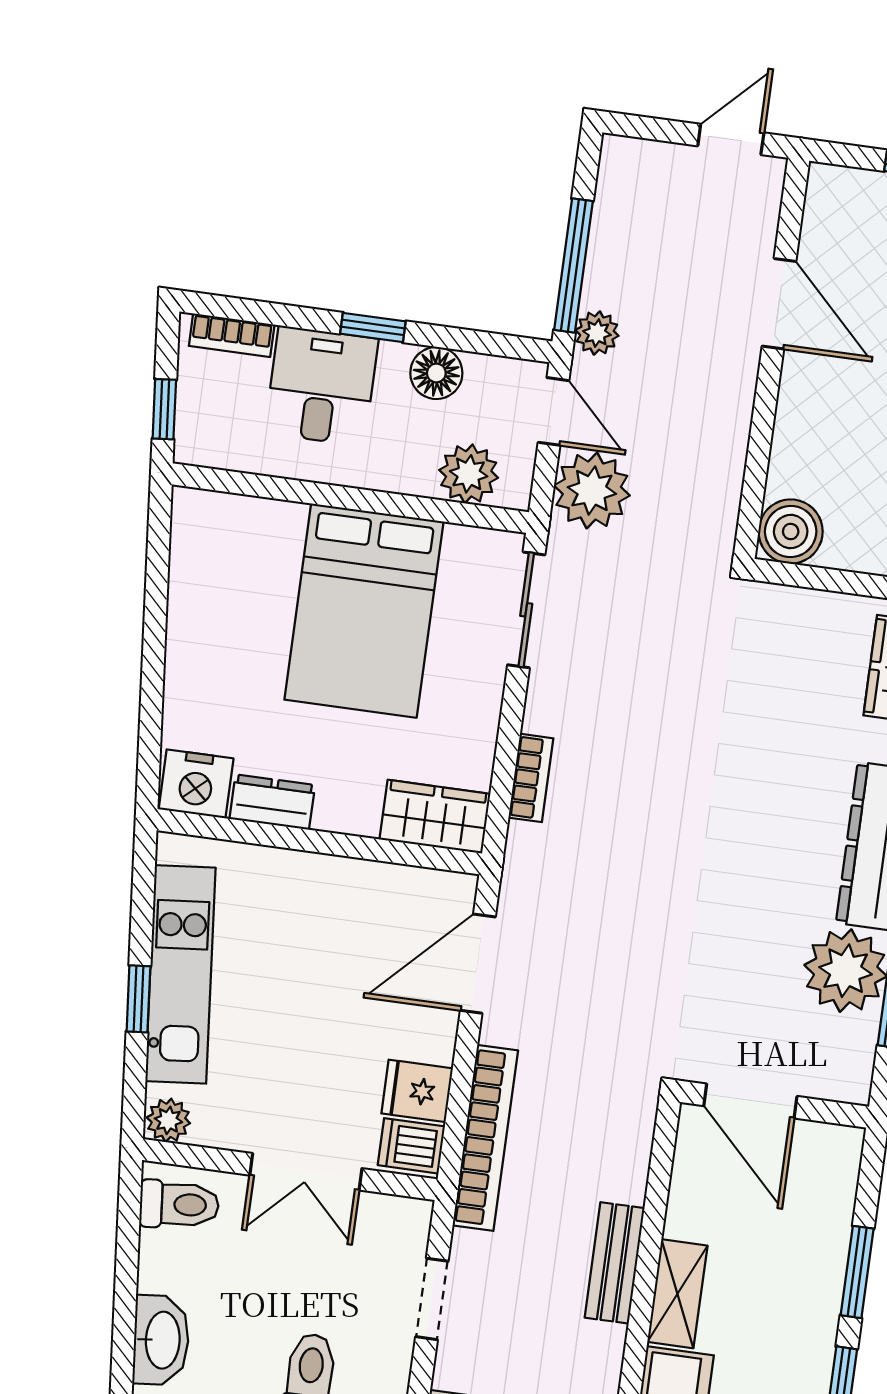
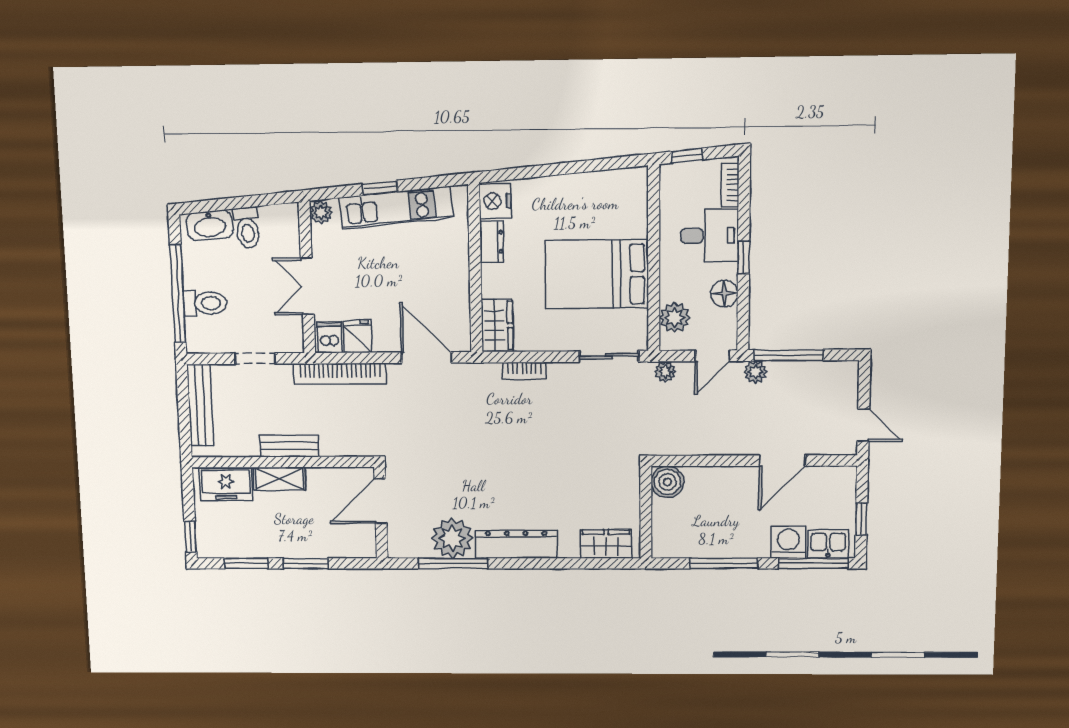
plant: (592, 490) -> (665, 372), width x0.53, depth x0.53
toilet: (179, 1204) -> (247, 228), moved

